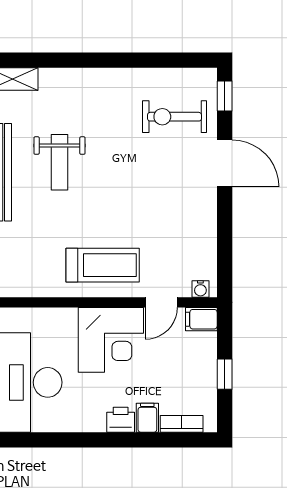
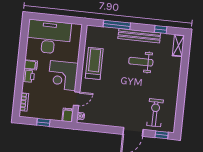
treadmill: (103, 265) -> (94, 63), moved, turned 180
door: (161, 302) -> (77, 99), swing flipped
filing cabinet: (147, 418) -> (31, 65), moved

